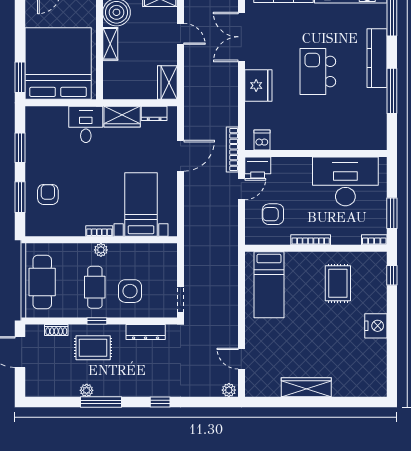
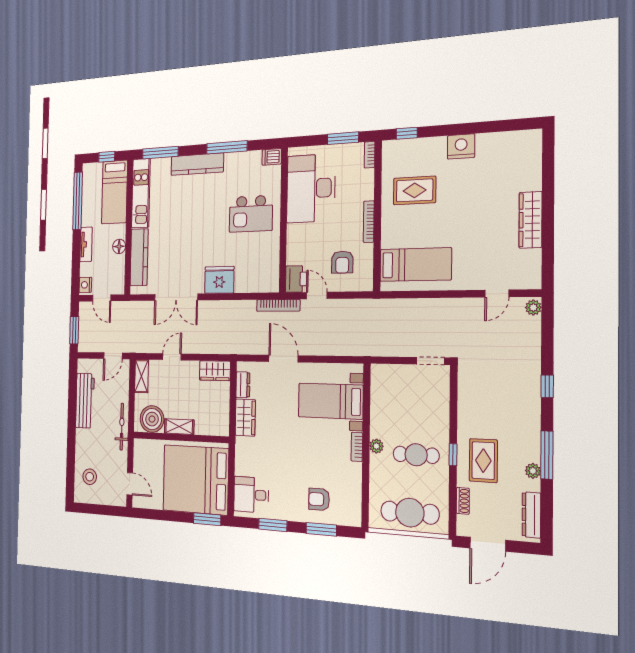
kitchen island: (318, 72) -> (251, 214), moved
desk: (86, 124) -> (251, 495), moved
dishwasher: (262, 140) -> (272, 157), moved
side table: (130, 291) -> (421, 416), removed
dresser: (146, 332) -> (531, 515), moved, turned 180

